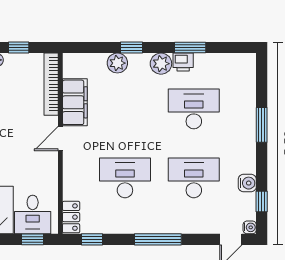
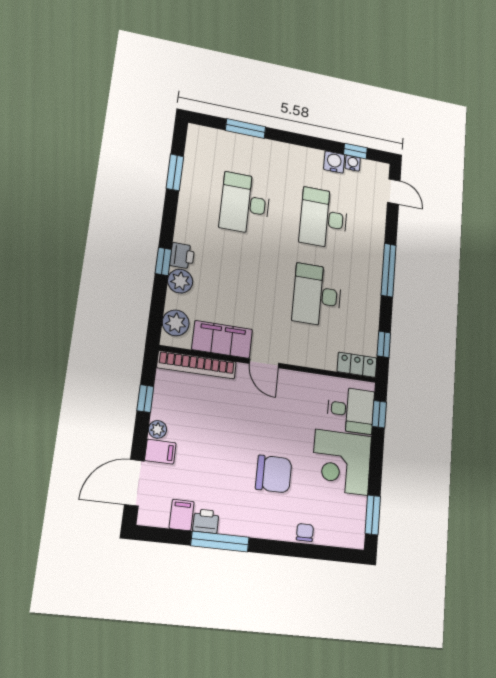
window: (190, 48) -> (175, 172), moved
printer: (183, 62) -> (182, 256), moved
plant: (161, 64) -> (176, 323), moved
window: (262, 125) -> (246, 129), moved
water cooler: (250, 227) -> (353, 163), moved

